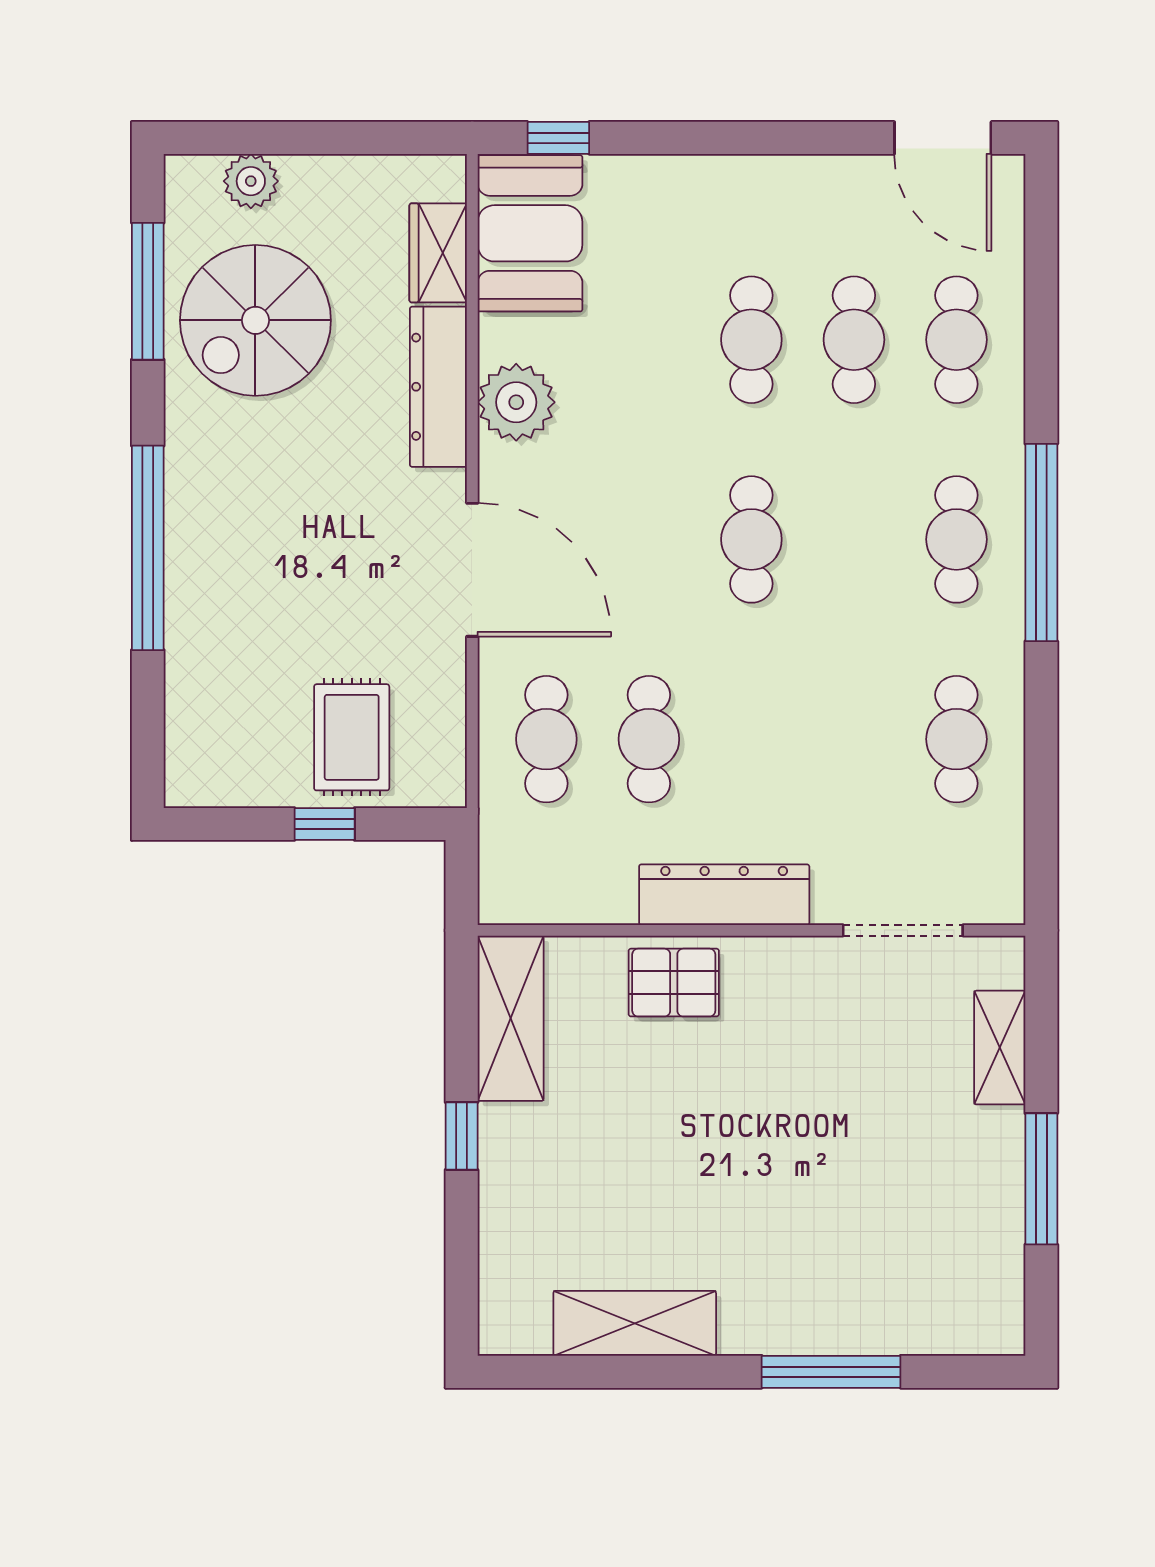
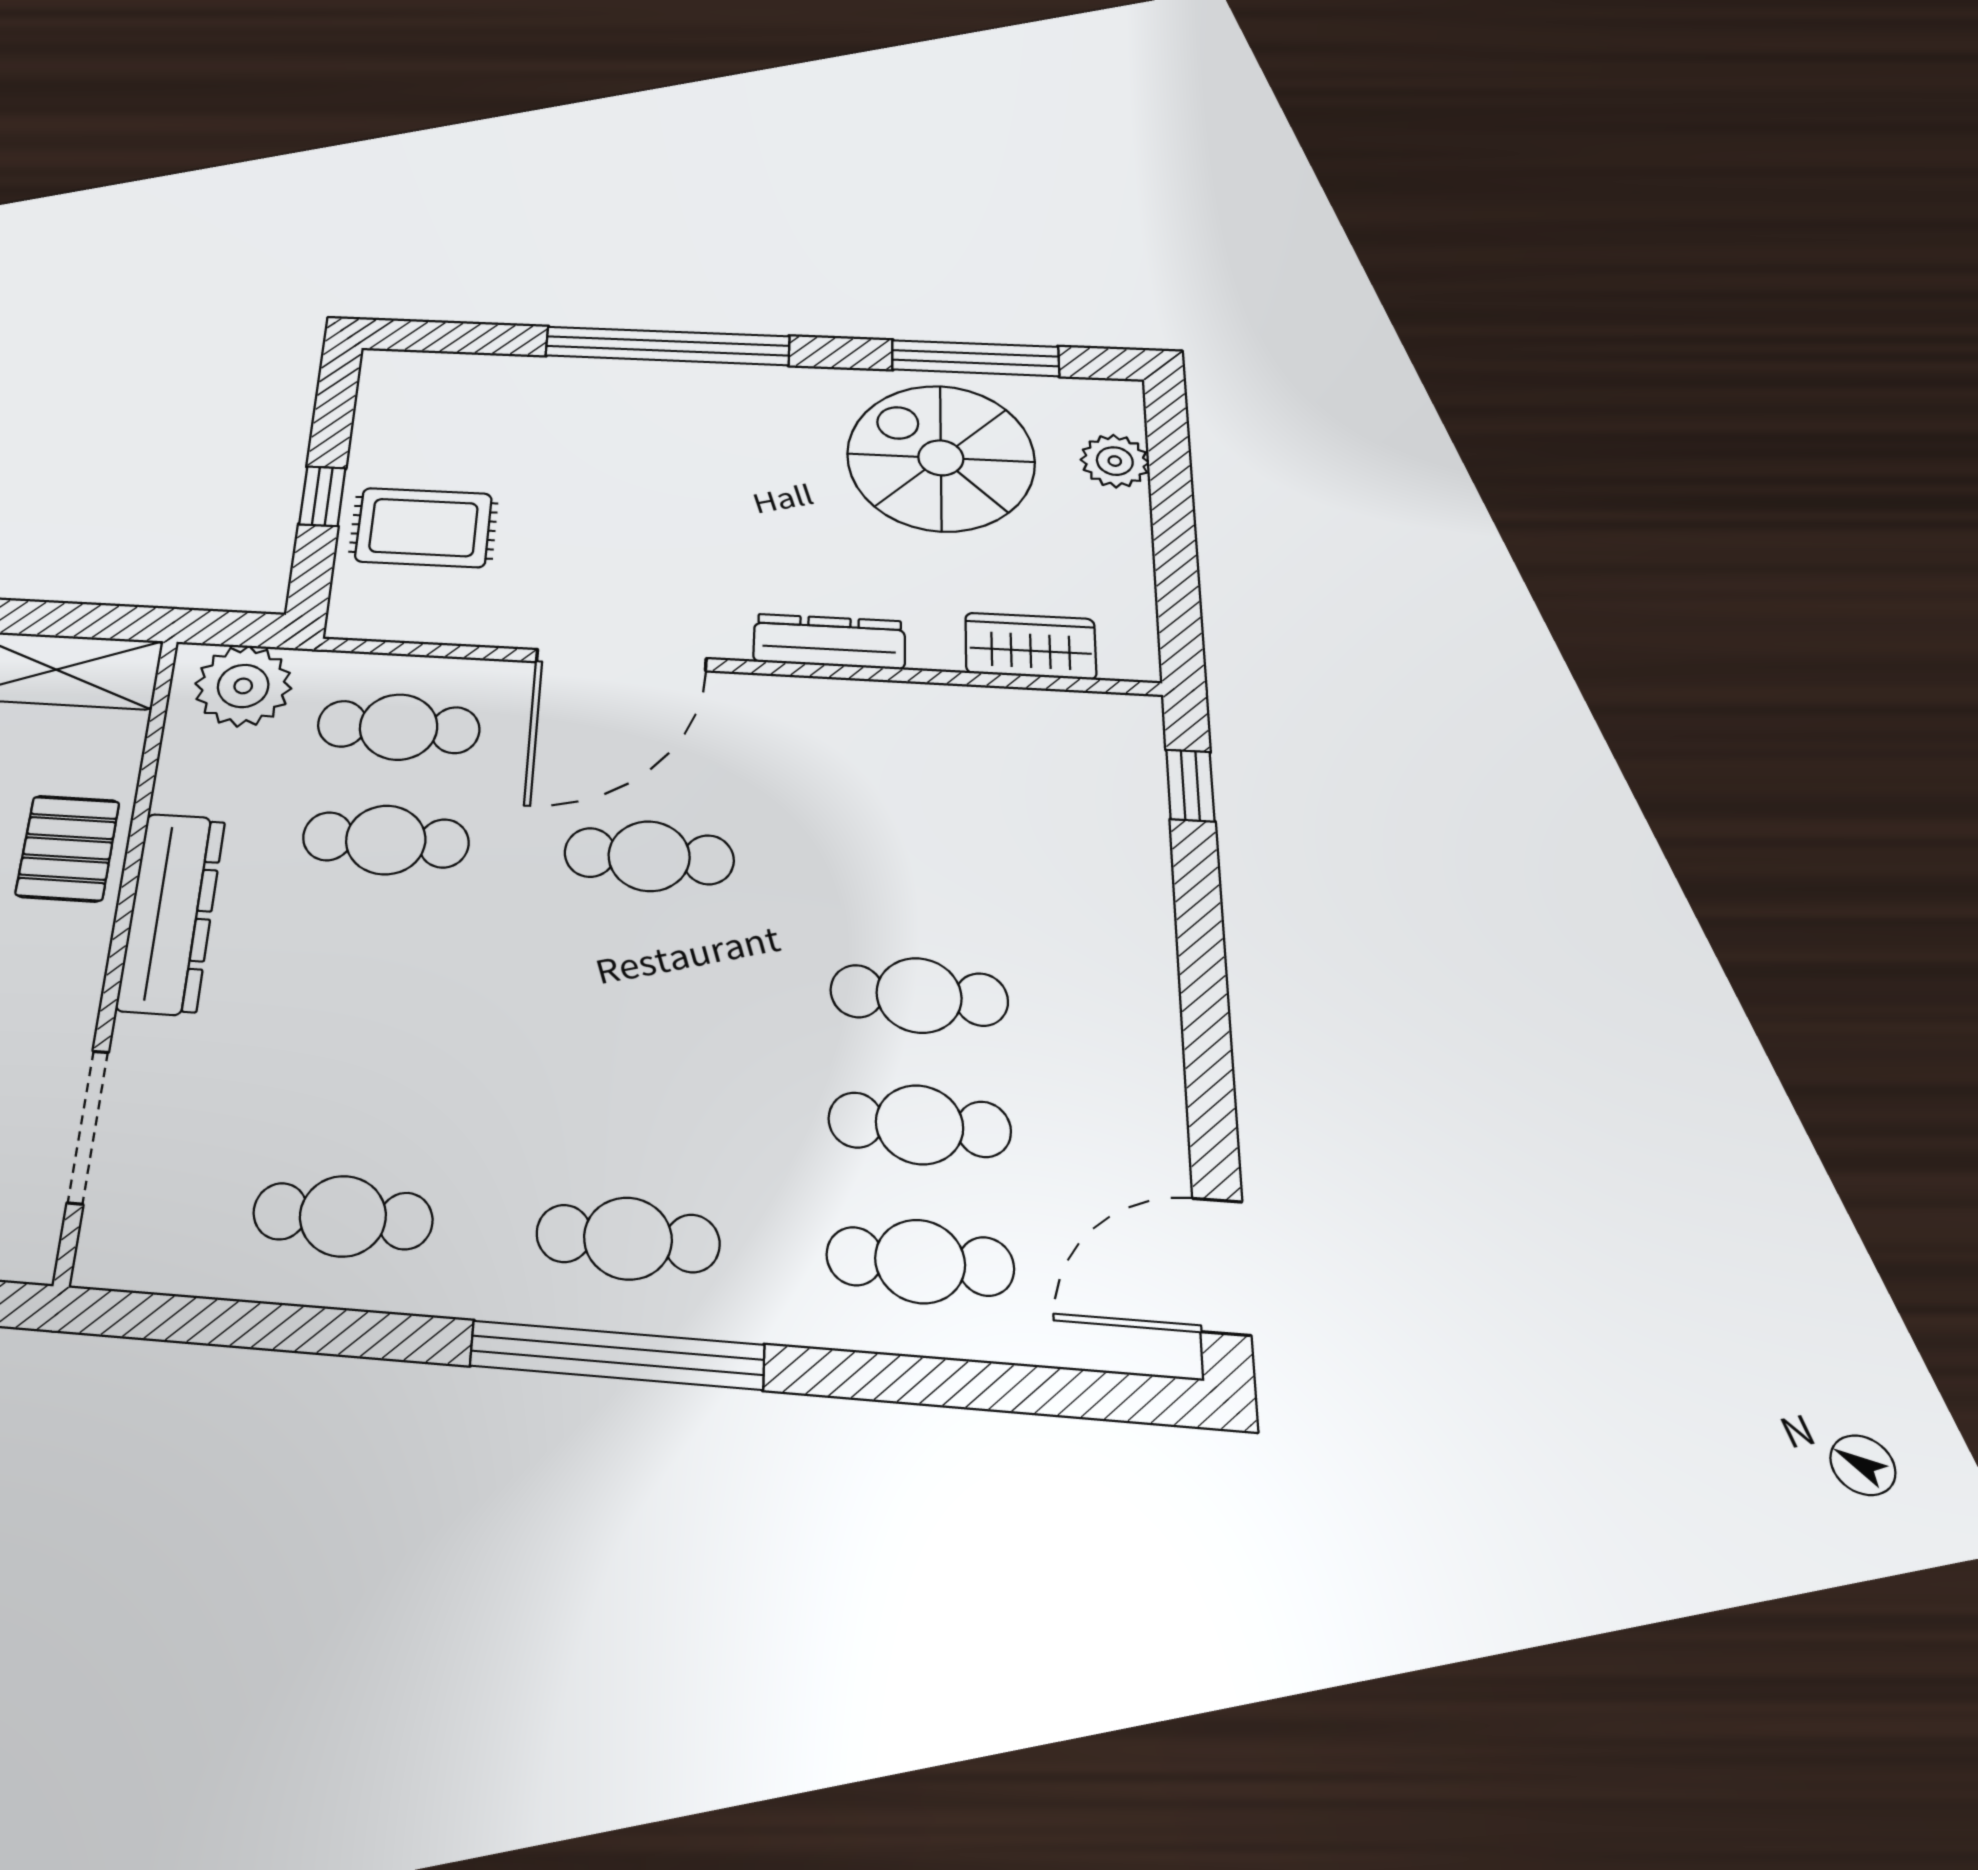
booth: (530, 233) -> (1060, 746), removed
dresser: (438, 387) -> (829, 642), width x0.73, depth x0.80
plant: (516, 402) -> (243, 686), moved
cafe table: (751, 539) -> (649, 856), moved

